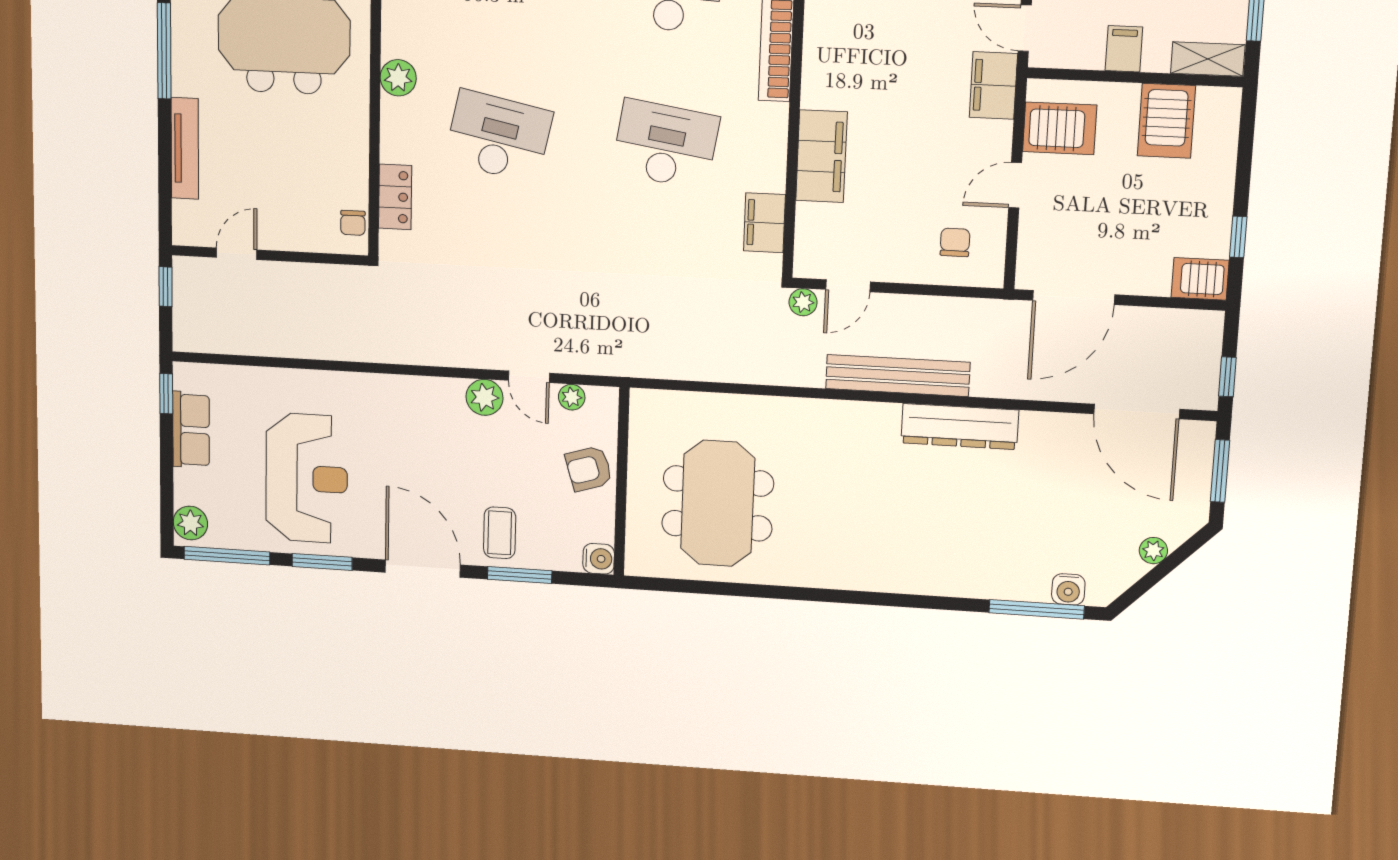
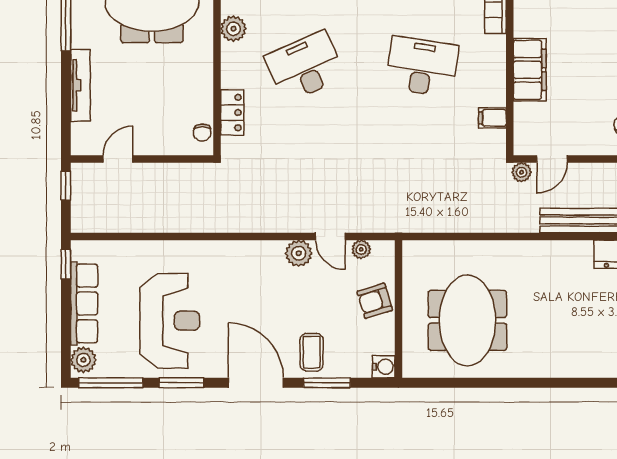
desk: (498, 137) -> (305, 67), turned -36
filing cabinet: (764, 223) -> (492, 118), width x0.50
row of seats: (191, 430) -> (84, 303), width x1.48

